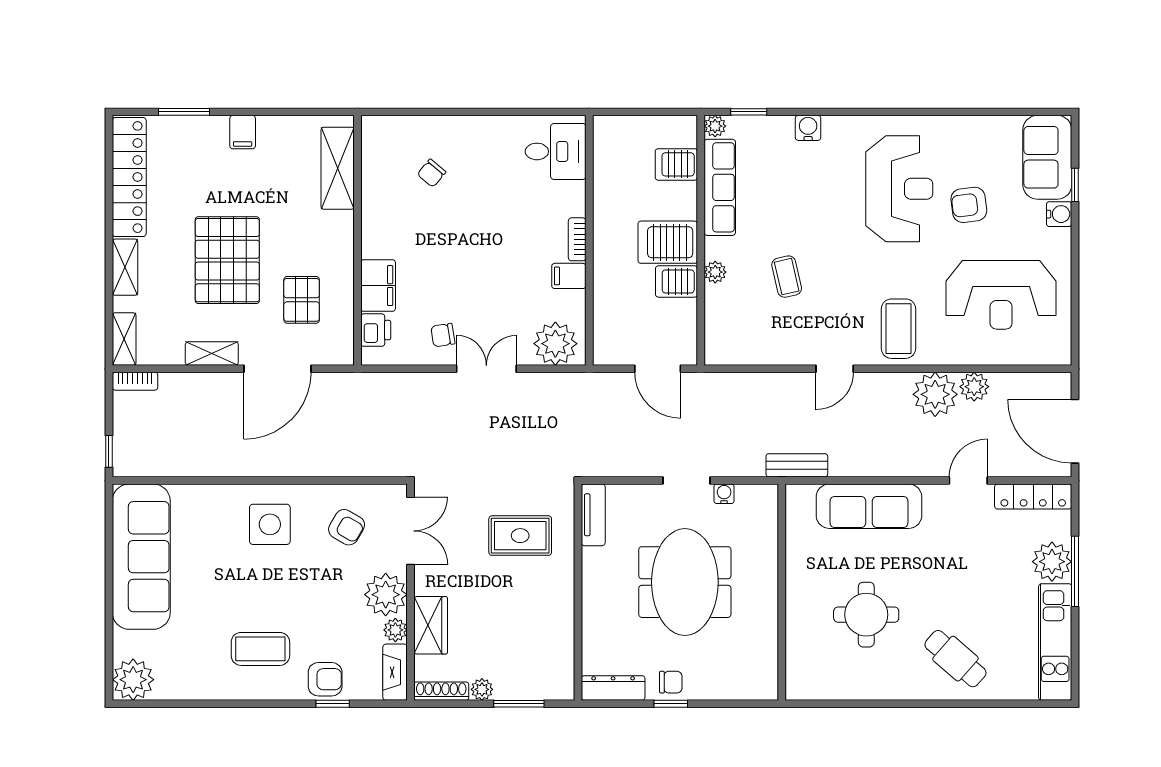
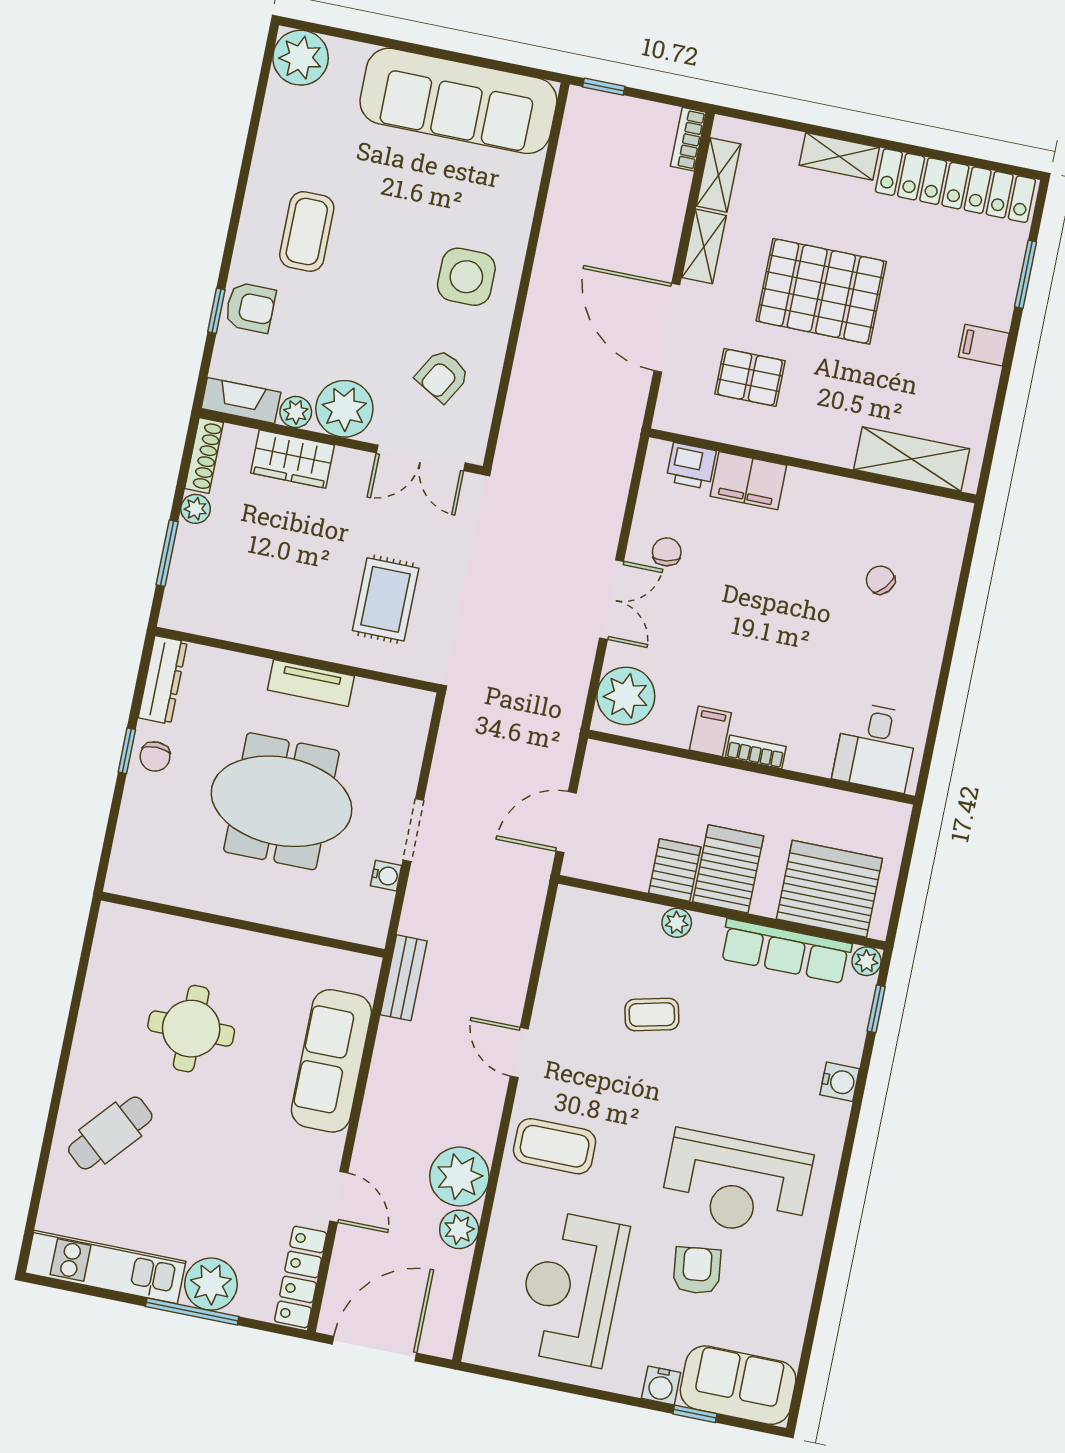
server rack: (676, 164) -> (829, 889), width x2.18, depth x1.44
shelving: (124, 339) -> (718, 175), moved, turned 90
tv unit: (593, 515) -> (311, 683), moved
armchair: (325, 679) -> (250, 308), turned -90

